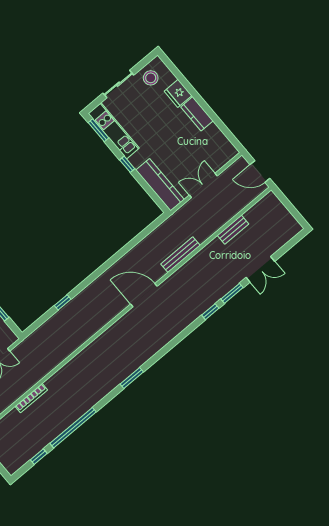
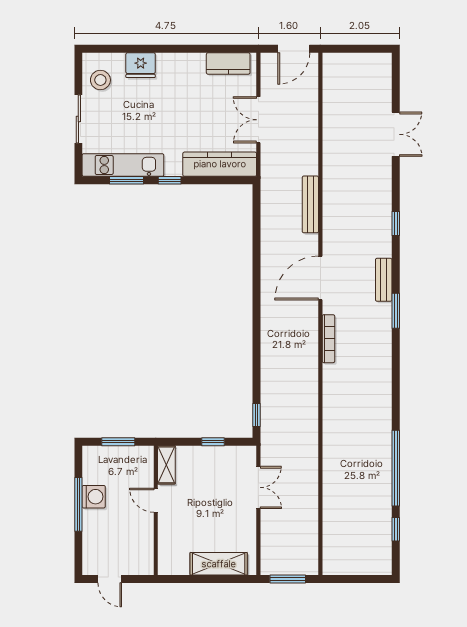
kitchen counter: (197, 114) -> (228, 63), moved
window: (98, 130) -> (126, 180), moved
bench: (233, 230) -> (384, 280), moved
window: (232, 293) -> (396, 185), removed
window: (63, 302) -> (256, 415), moved
window: (132, 378) -> (396, 311), moved
bookcase: (31, 398) -> (328, 339), moved

